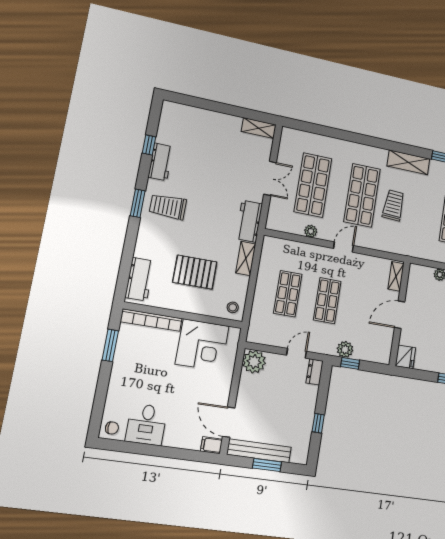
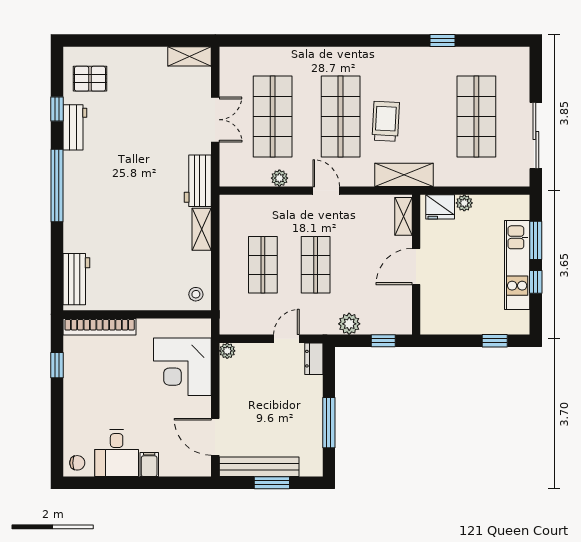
shelving: (408, 162) -> (404, 175), moved
window: (138, 203) -> (57, 185), width x2.11
trolley: (168, 207) -> (94, 182), removed
door: (343, 247) -> (326, 191), hinge flipped
pallet: (195, 272) -> (90, 79), moved, width x0.67, depth x0.71
window: (110, 345) -> (57, 365), width x0.67
corner desk: (202, 345) -> (182, 367), moved, turned 90
fridge: (405, 357) -> (440, 207), moved, turned 90
plant: (254, 362) -> (227, 351), width x0.53, depth x0.53
window: (350, 363) -> (383, 341), moved
window: (318, 423) -> (329, 423), width x2.17
filing cabinet: (211, 445) -> (149, 465), moved, turned 90

